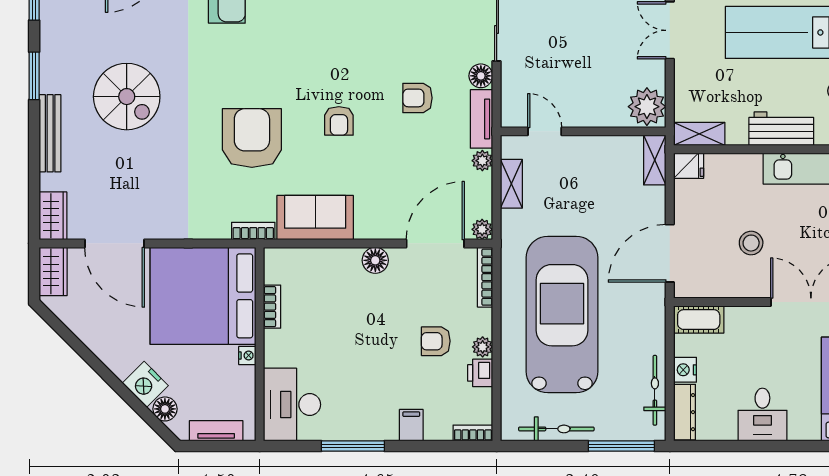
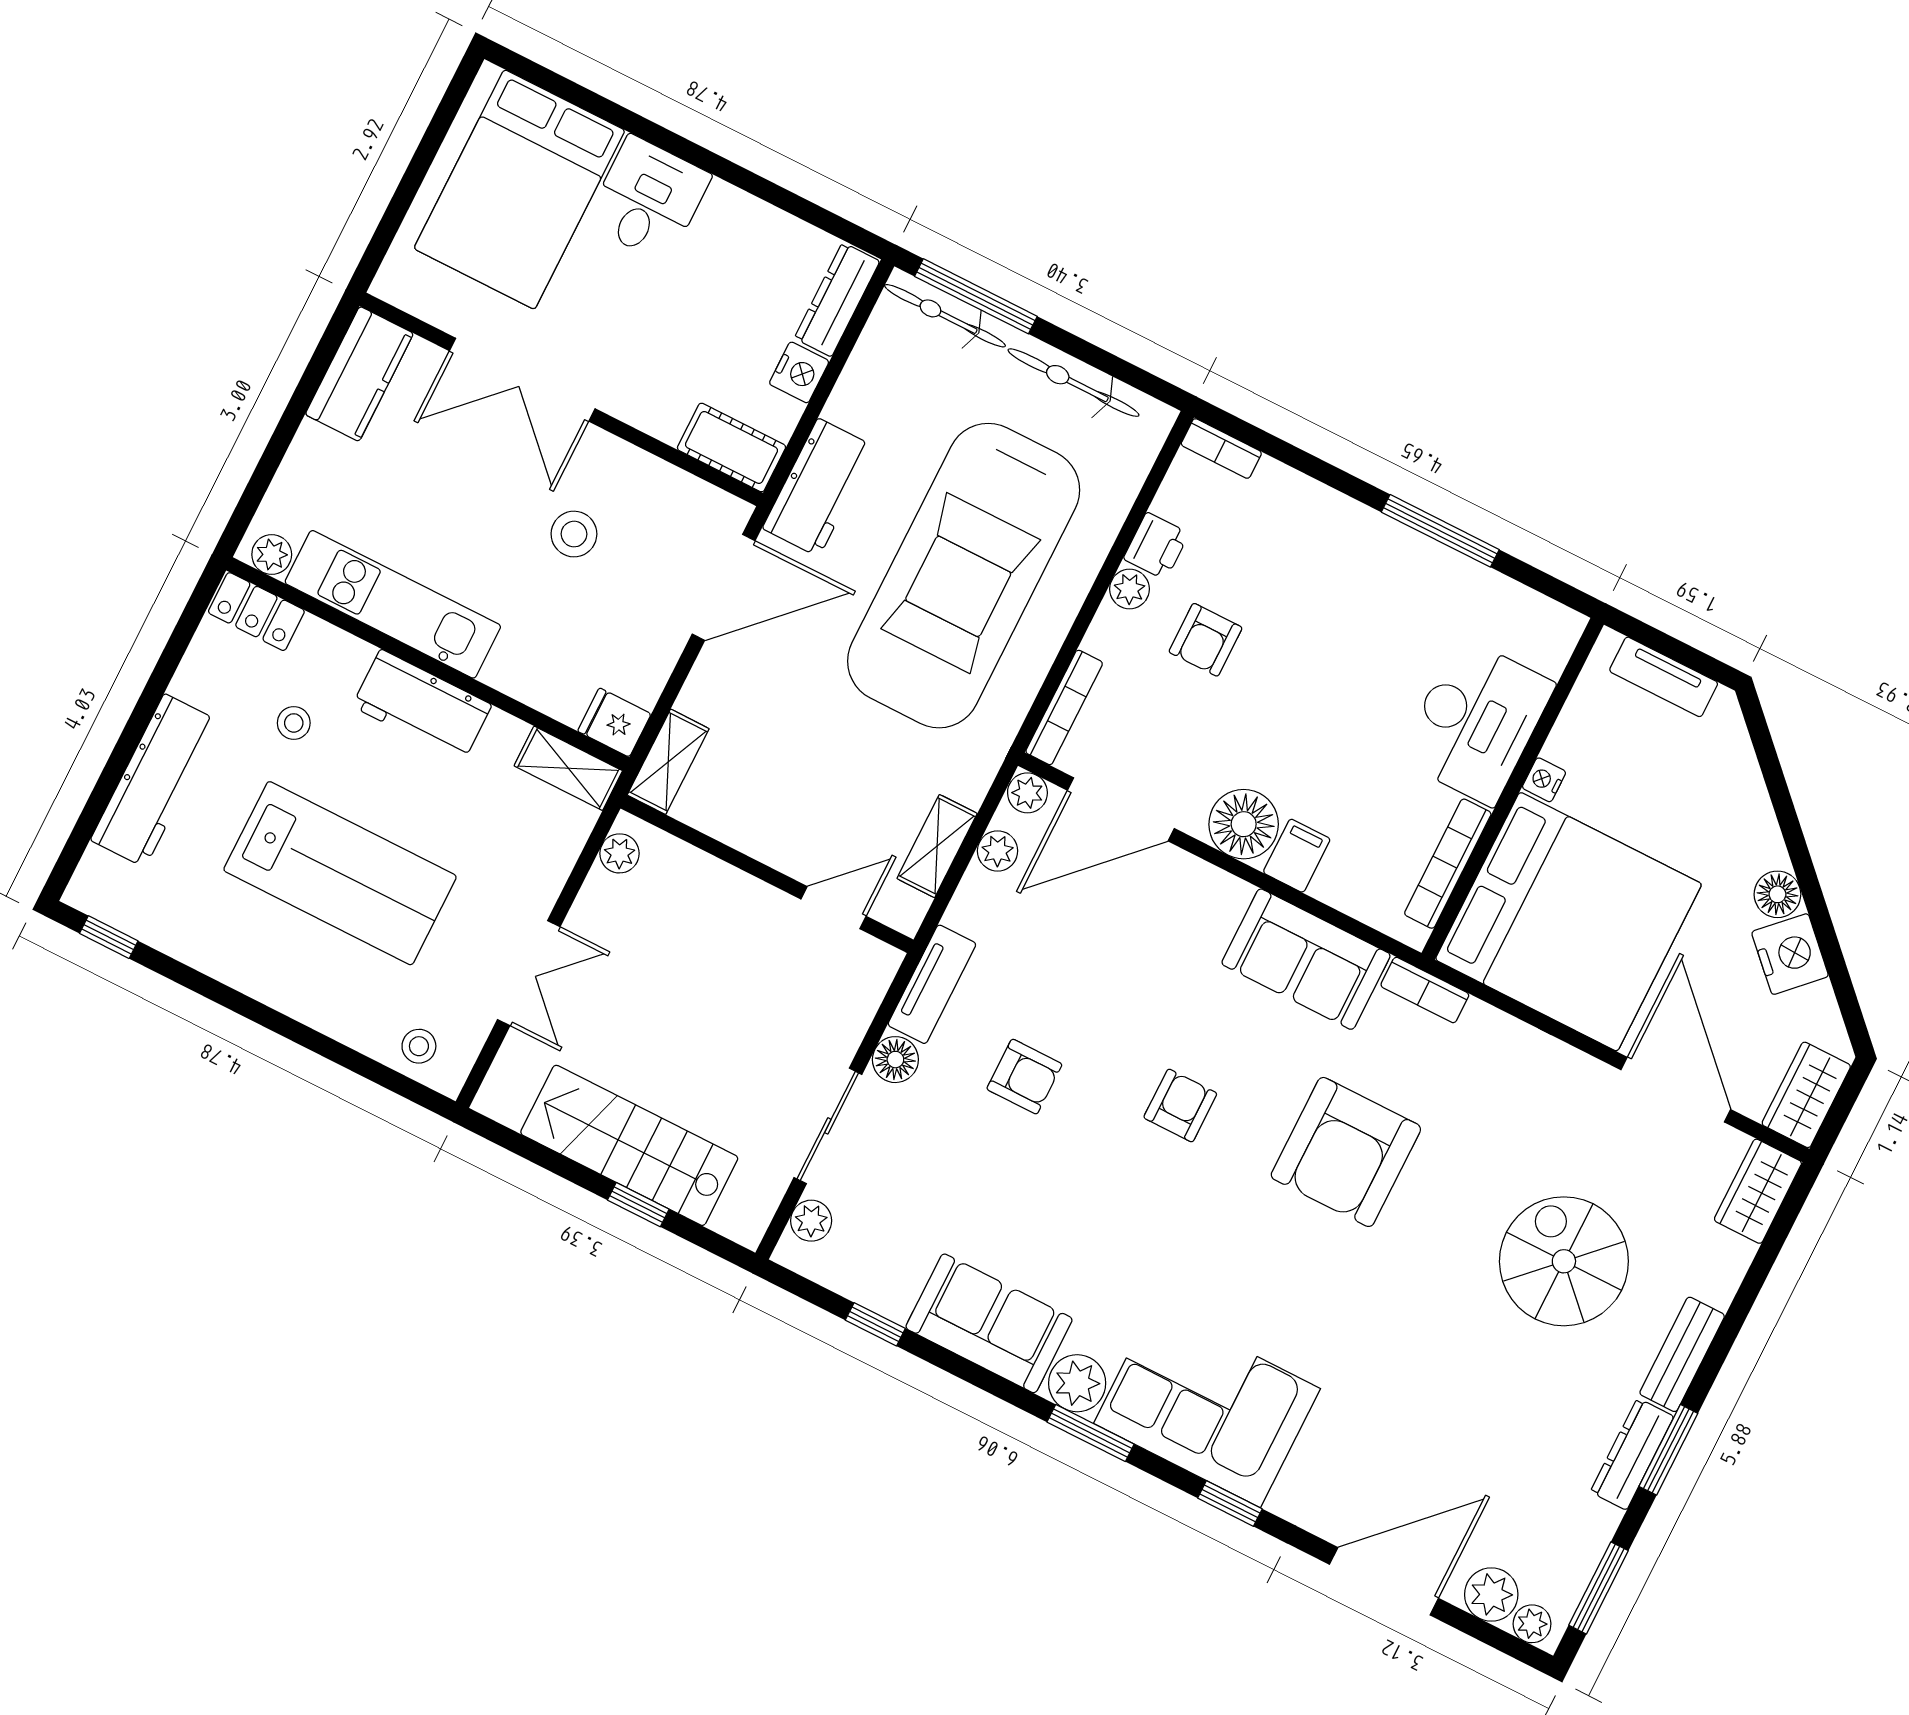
dresser: (50, 65) -> (1632, 1454), added
spiral stairs: (127, 97) -> (1564, 1261), moved
plant: (647, 107) -> (620, 853), width x0.53, depth x0.53
door: (545, 131) -> (834, 908), swing flipped
bench: (50, 133) -> (1682, 1354), width x0.73
plant: (482, 161) -> (998, 851), moved
floor lamp: (375, 260) -> (1244, 824), width x1.38, depth x1.38
bookcase: (272, 307) -> (1448, 864), width x1.56
workbench: (649, 321) -> (818, 487), added
armchair: (436, 341) -> (1205, 640), turned 90
nightstand: (145, 384) -> (1790, 954), moved
bicycle: (655, 390) -> (945, 316), moved, turned 90
desk: (292, 405) -> (1476, 721), moved
floor lamp: (165, 409) -> (1777, 894), moved
desk: (762, 415) -> (648, 199), moved
filing cabinet: (411, 425) -> (1297, 856), moved, turned 180

